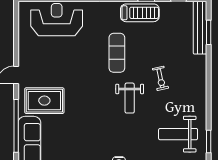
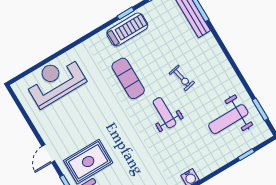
weight bench: (130, 98) -> (164, 113), turned 180

